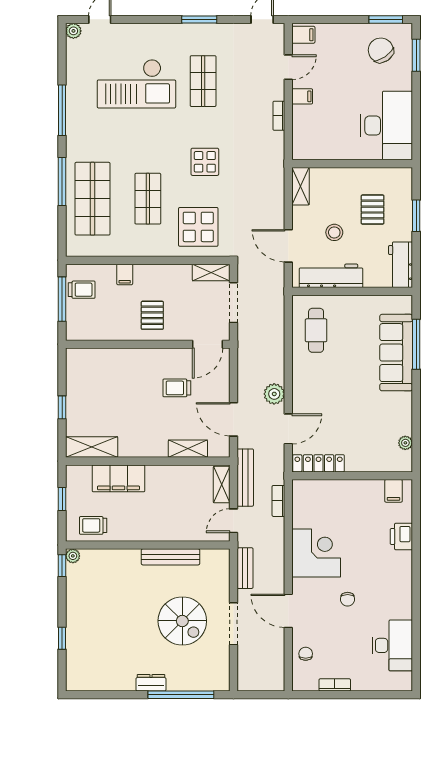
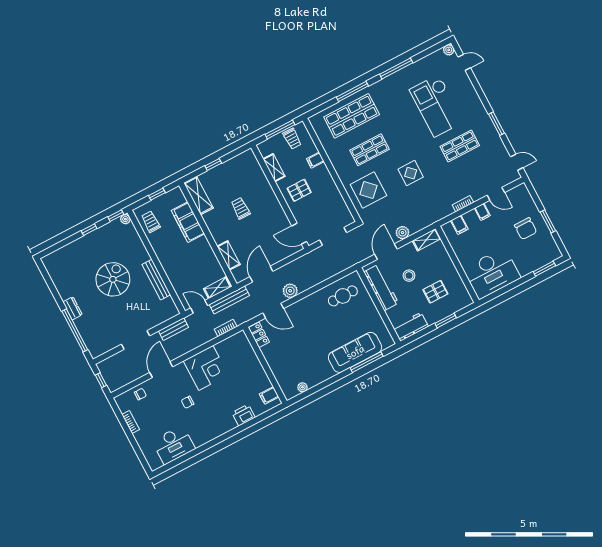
window: (386, 19) -> (548, 221), moved
filing cabinet: (303, 35) -> (459, 225), moved
chair: (381, 50) -> (526, 229), moved, turned 125
plant: (275, 212) -> (402, 233), added
shelving: (211, 272) -> (274, 168), moved
trolley: (177, 388) -> (241, 208), moved
locker: (319, 463) -> (259, 335), width x0.66
spiral stairs: (182, 621) -> (113, 279), moved, turned 180
window: (62, 638) -> (89, 230), moved
window: (262, 695) -> (101, 380), added

